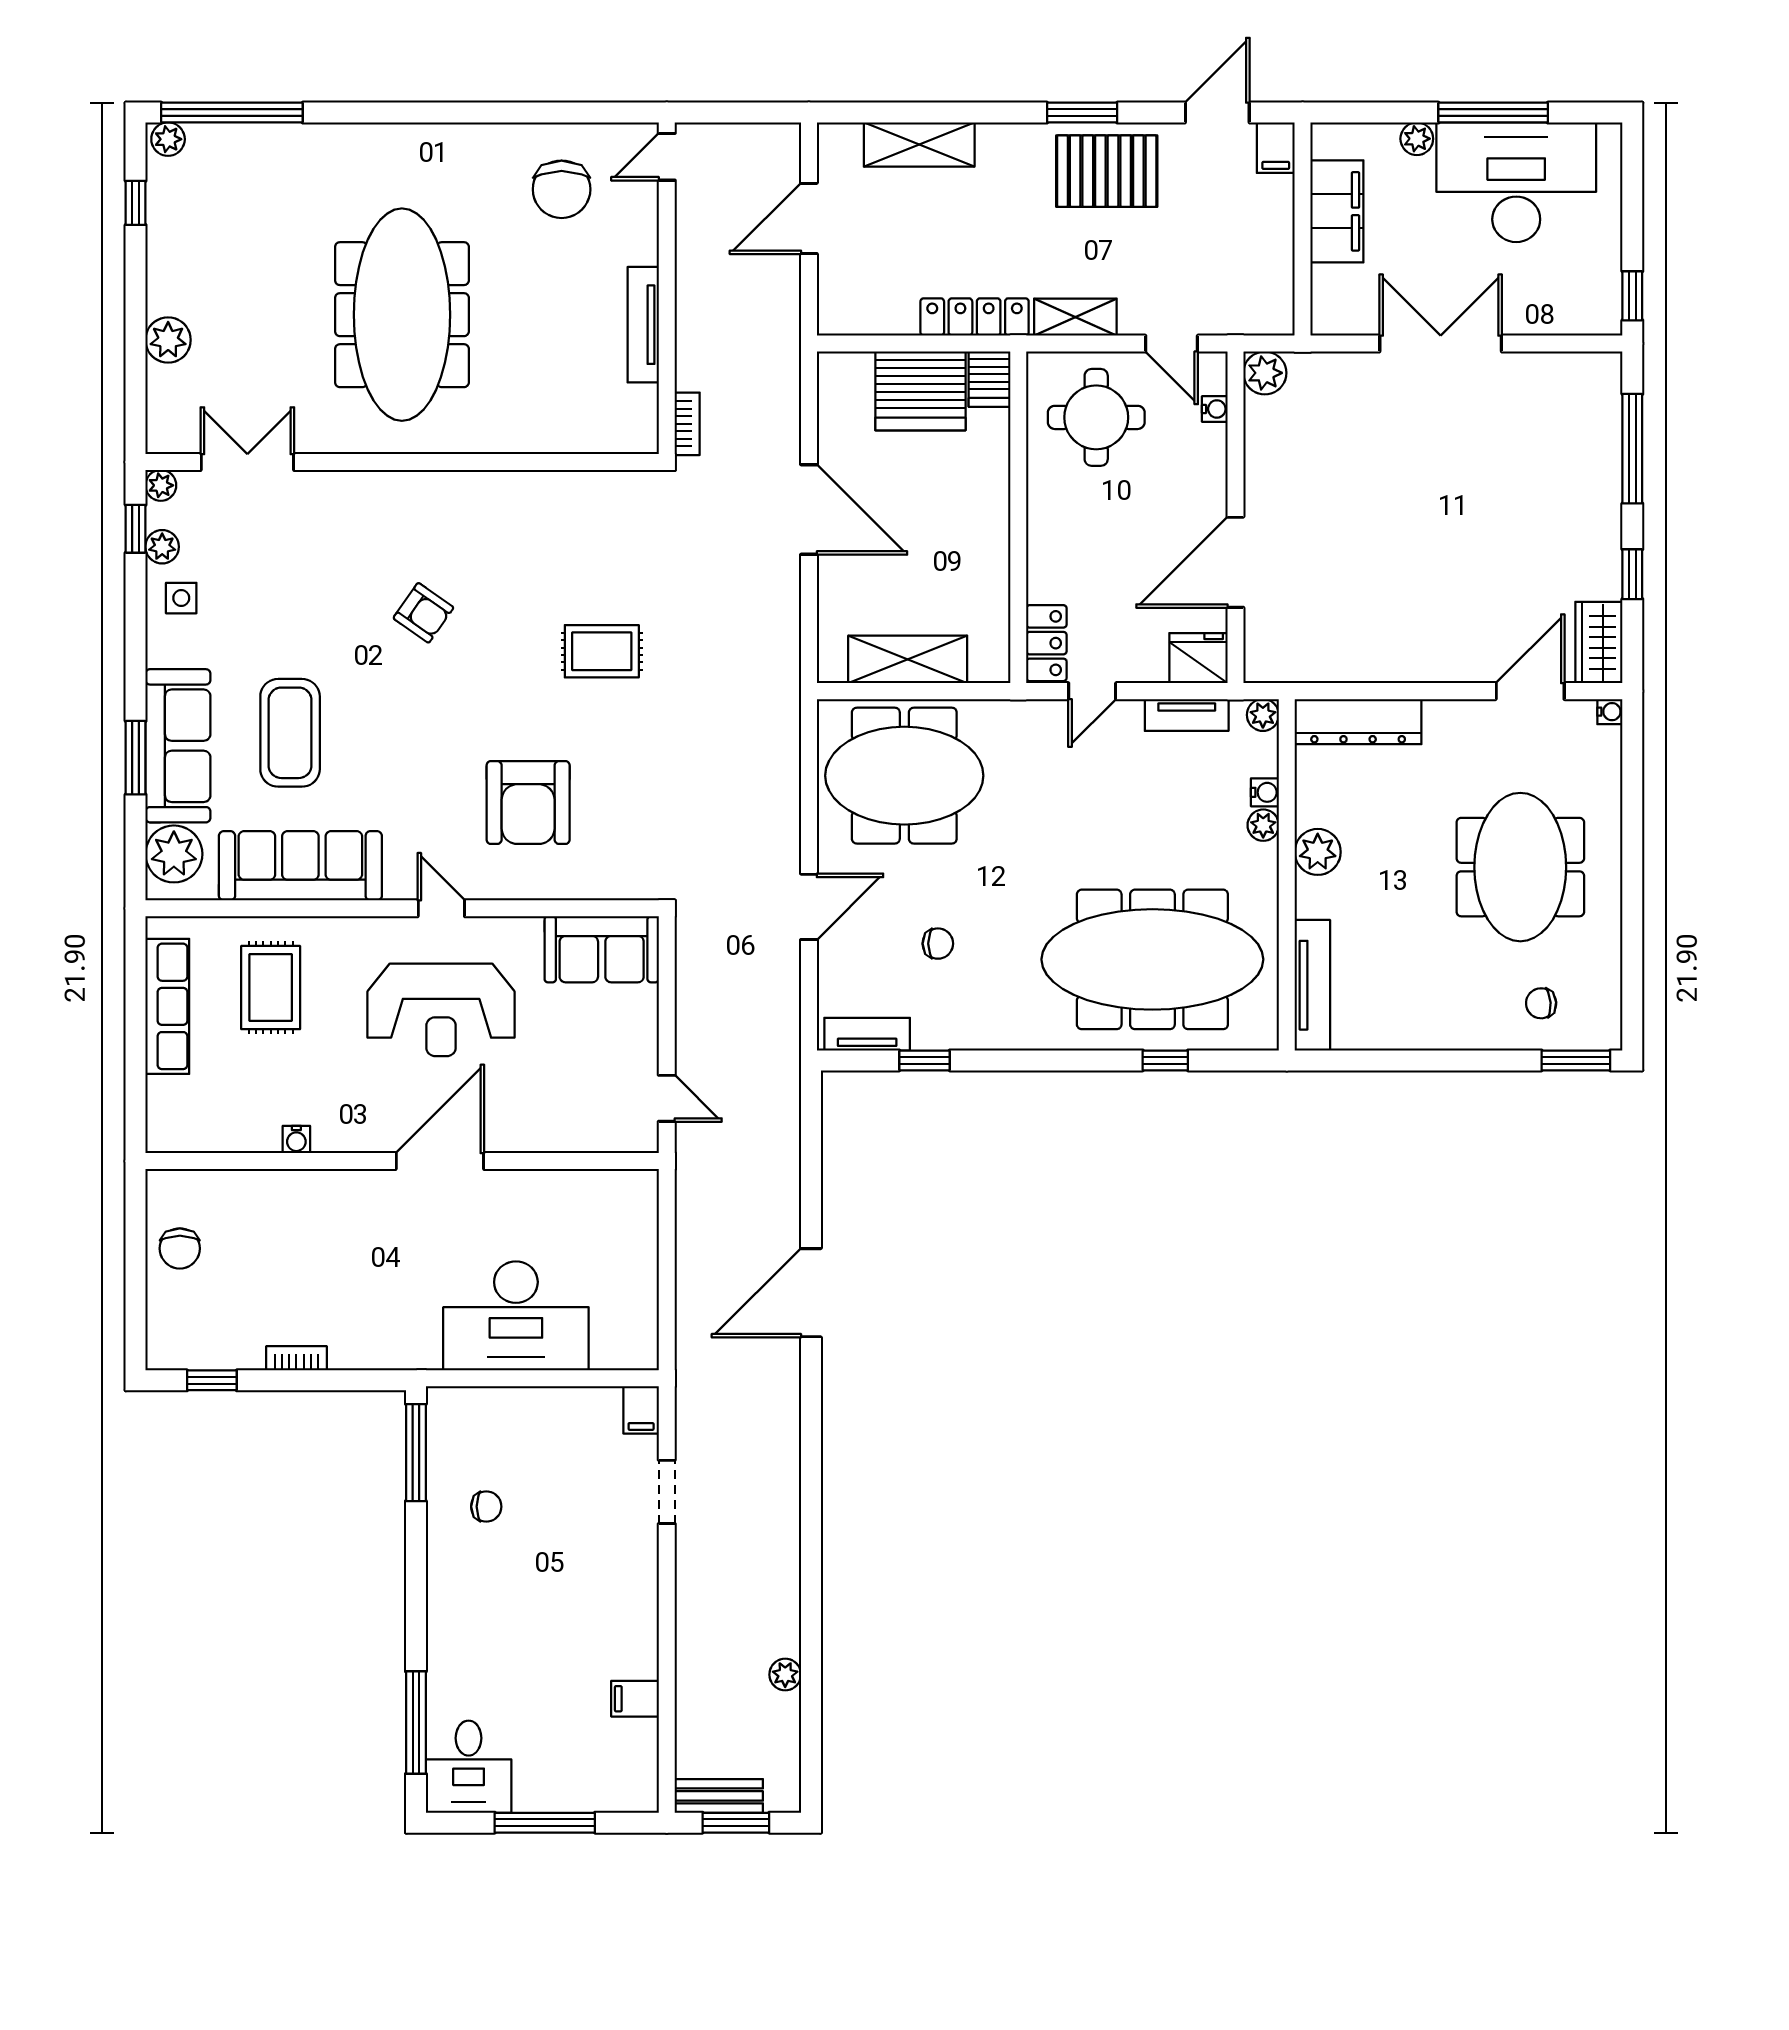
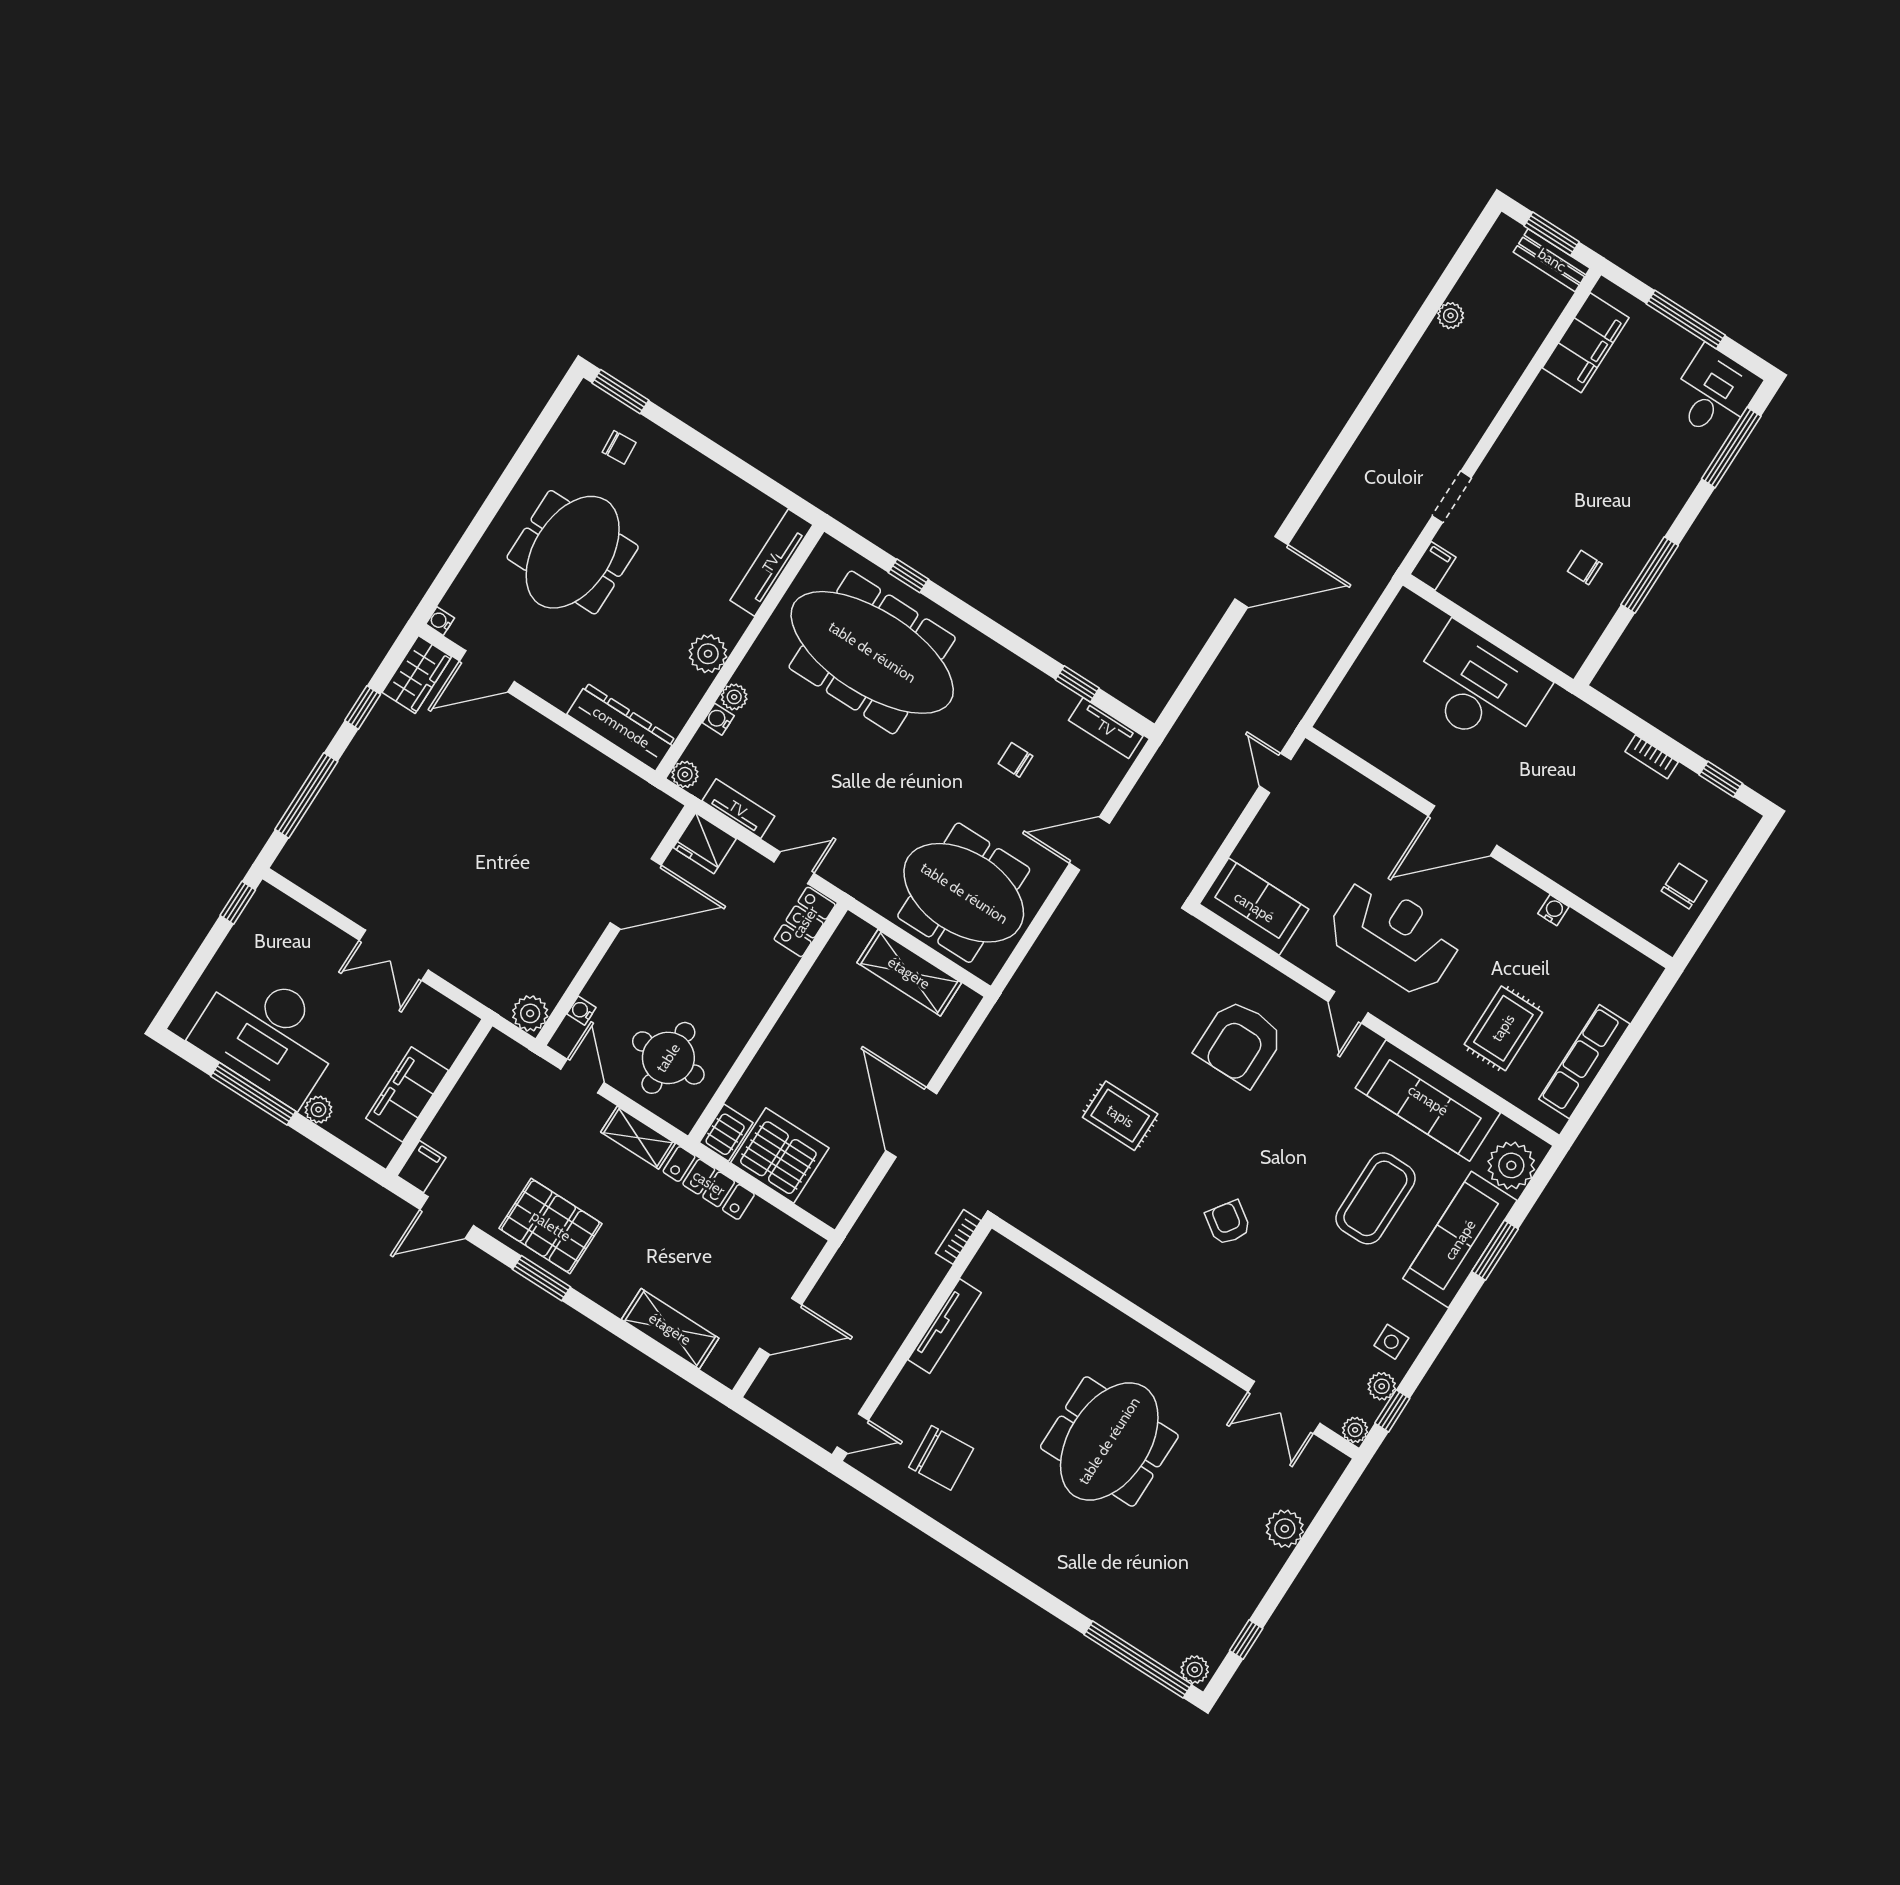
chair: (562, 189) -> (941, 1458), turned 86
meeting table: (402, 315) -> (1109, 1441), width x0.73
double door: (1441, 344) -> (394, 955), width x0.73
armchair: (528, 803) -> (1240, 1043), turned 180
window: (416, 1453) -> (1650, 575), moved
filing cabinet: (635, 1699) -> (1586, 343), width x3.00, depth x1.17

